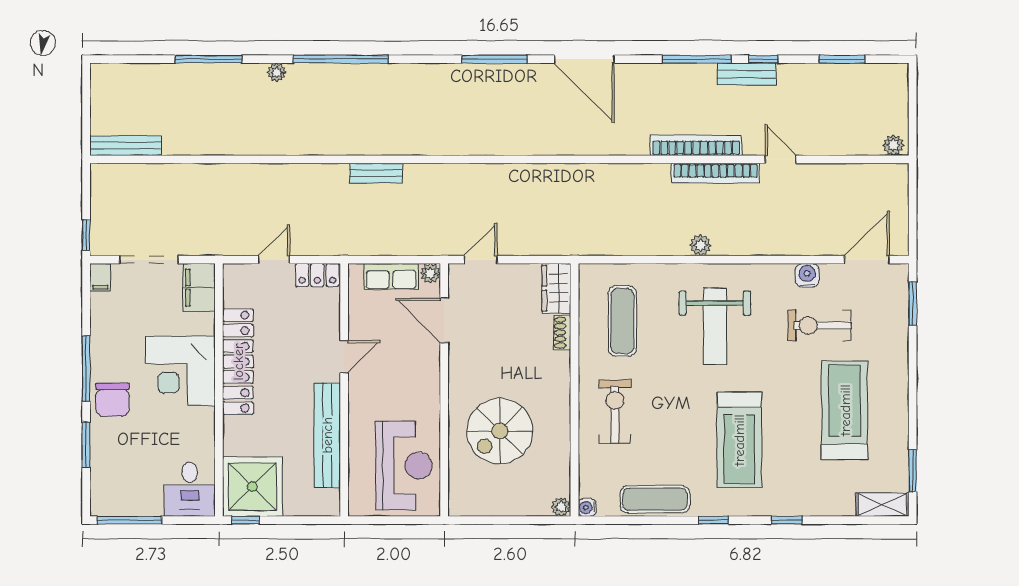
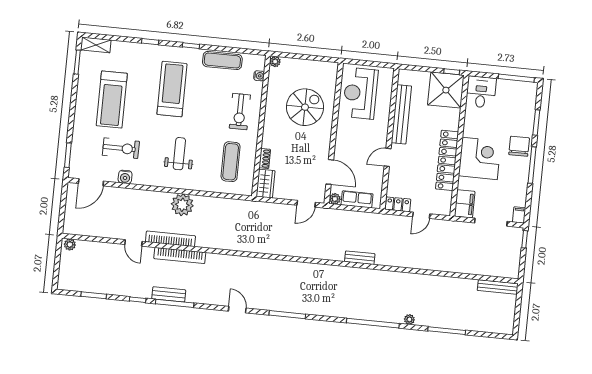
door: (584, 59) -> (237, 310), width x0.53
bench: (747, 74) -> (169, 294), moved
plant: (700, 245) -> (182, 205), width x1.88, depth x1.88
weight bench: (715, 326) -> (179, 154), width x0.73, depth x0.75
water cooler: (587, 507) -> (259, 76), moved

